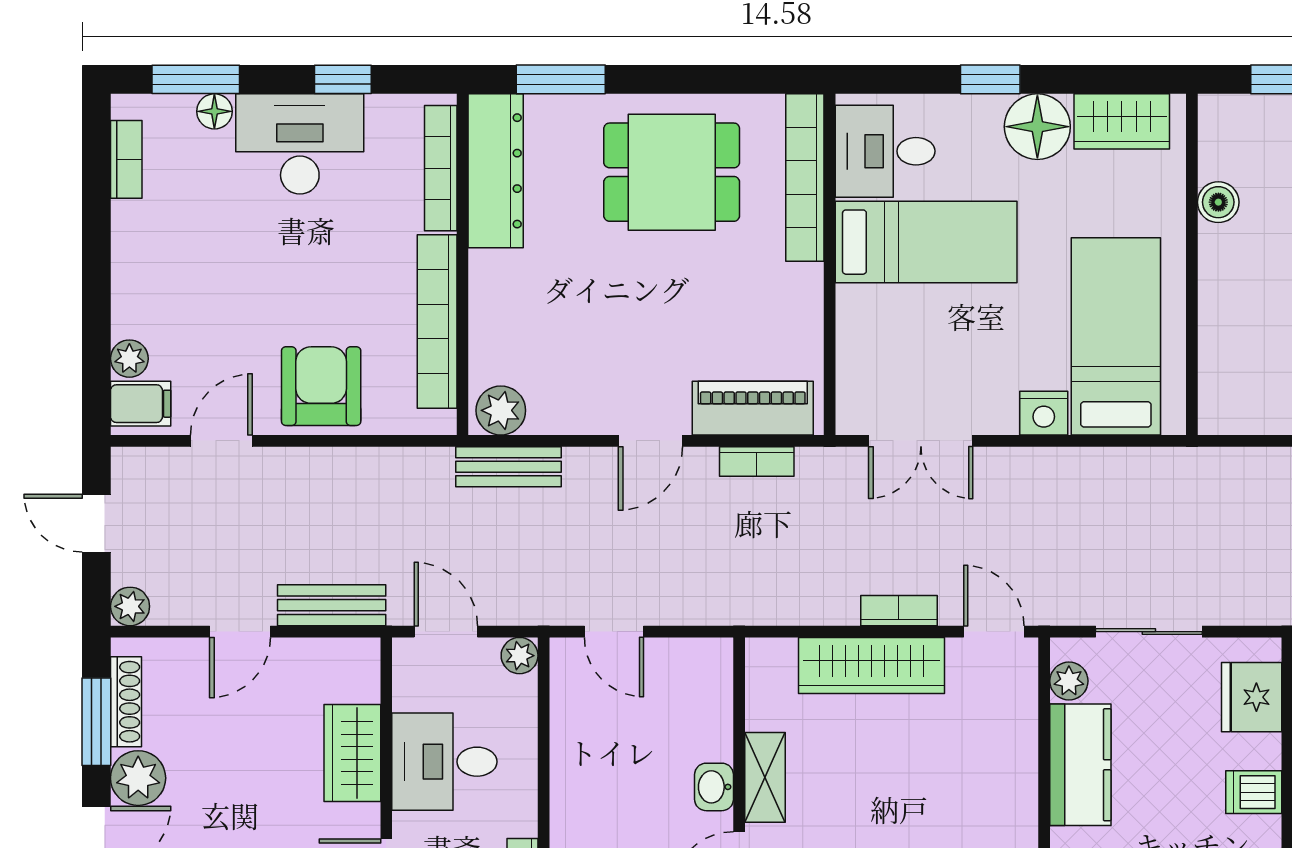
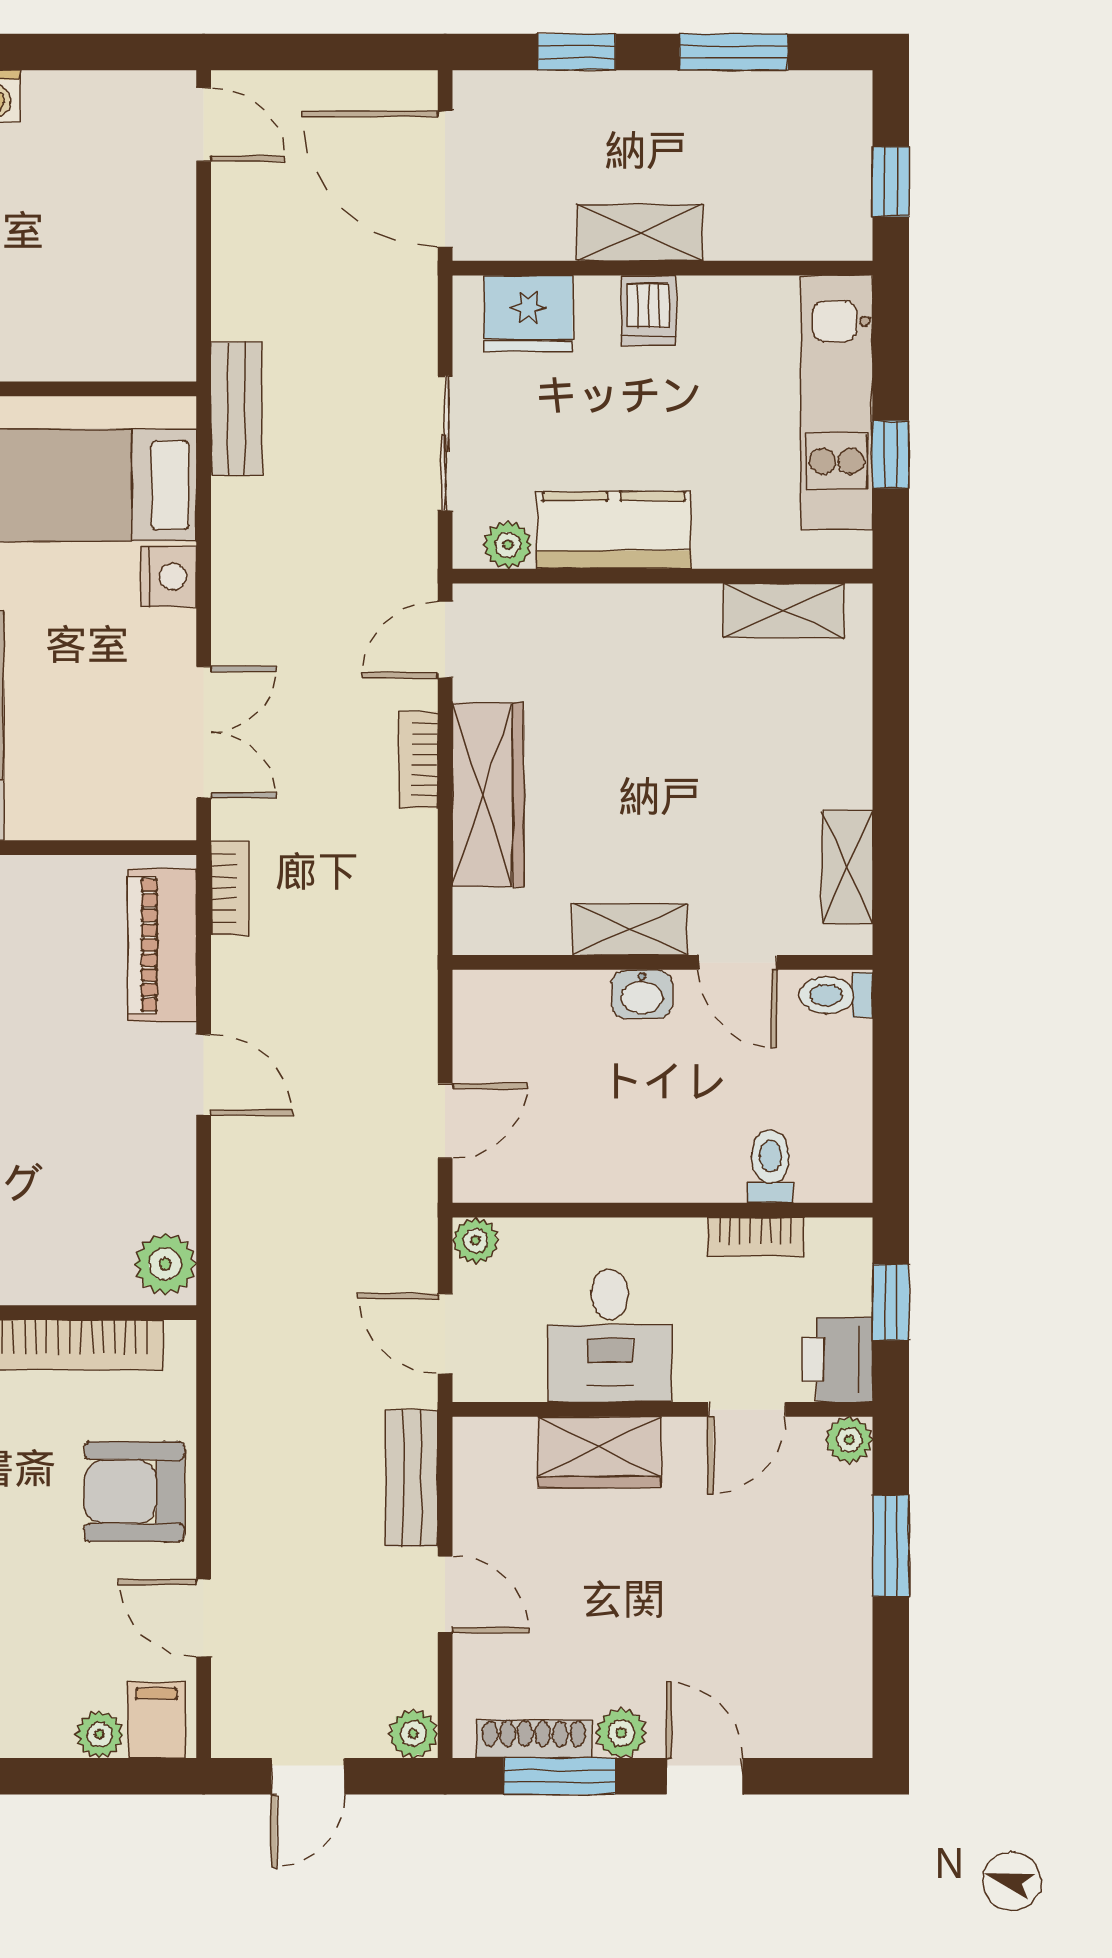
bookcase: (757, 461) -> (230, 888), moved
bench: (508, 467) -> (236, 409), moved
door: (446, 632) -> (445, 1334), hinge flipped
plant: (138, 778) -> (621, 1733), width x0.73, depth x0.73

